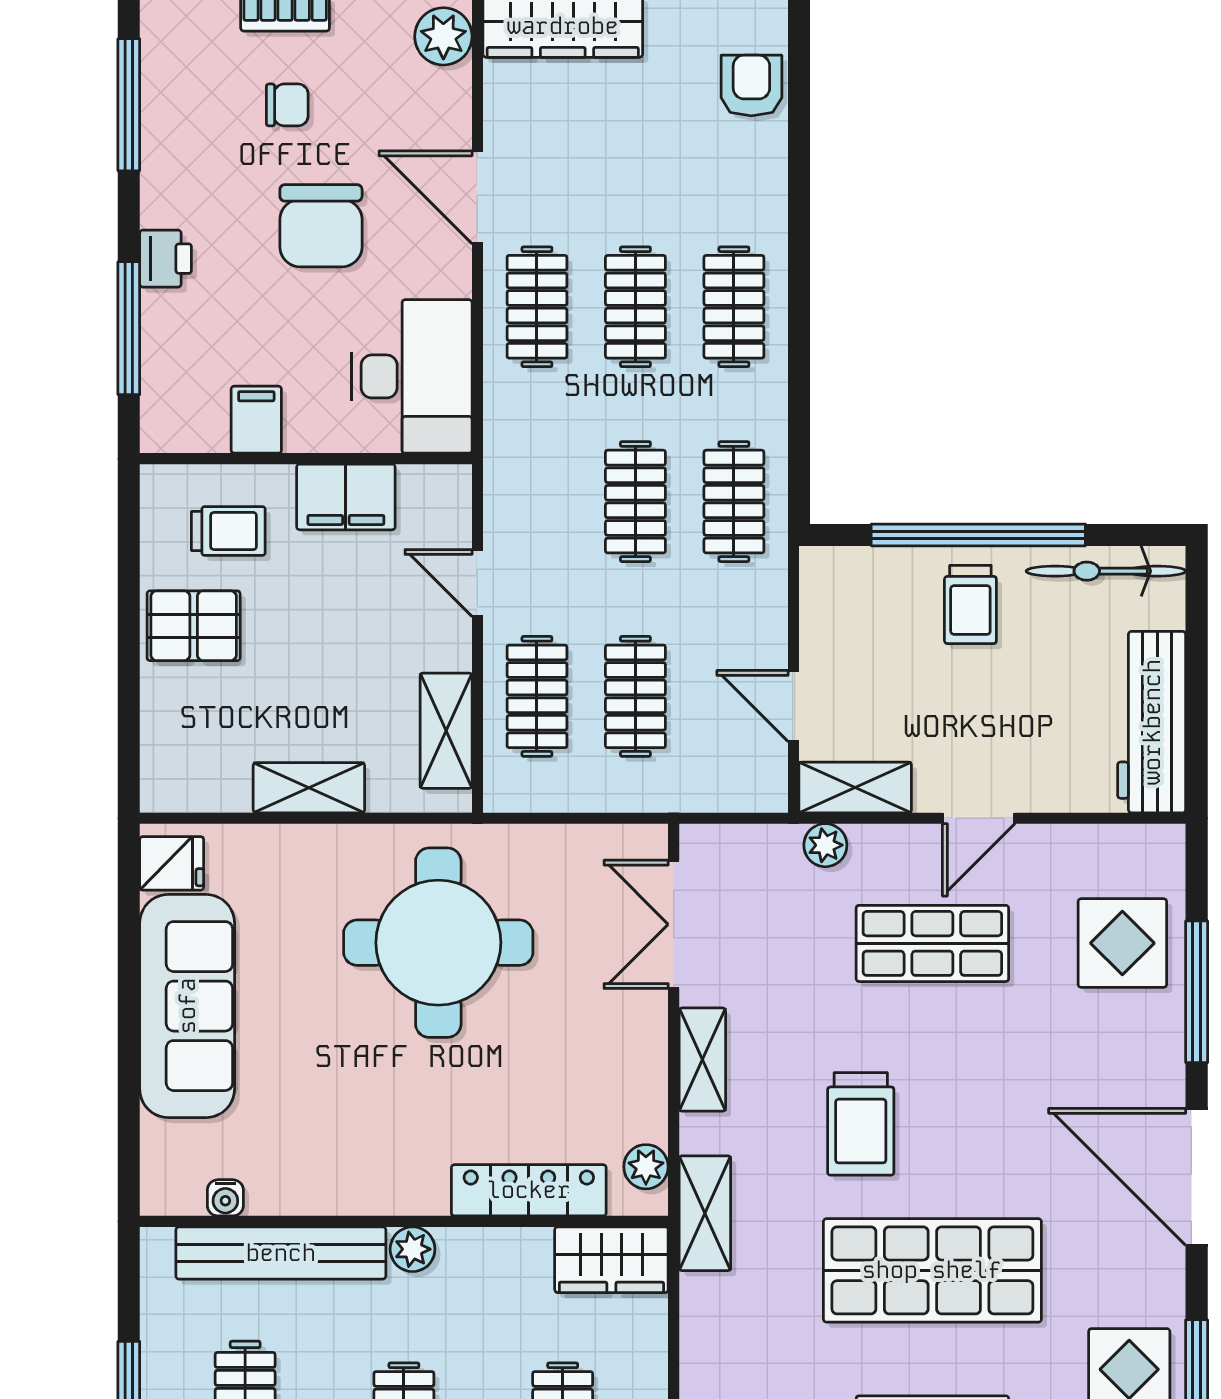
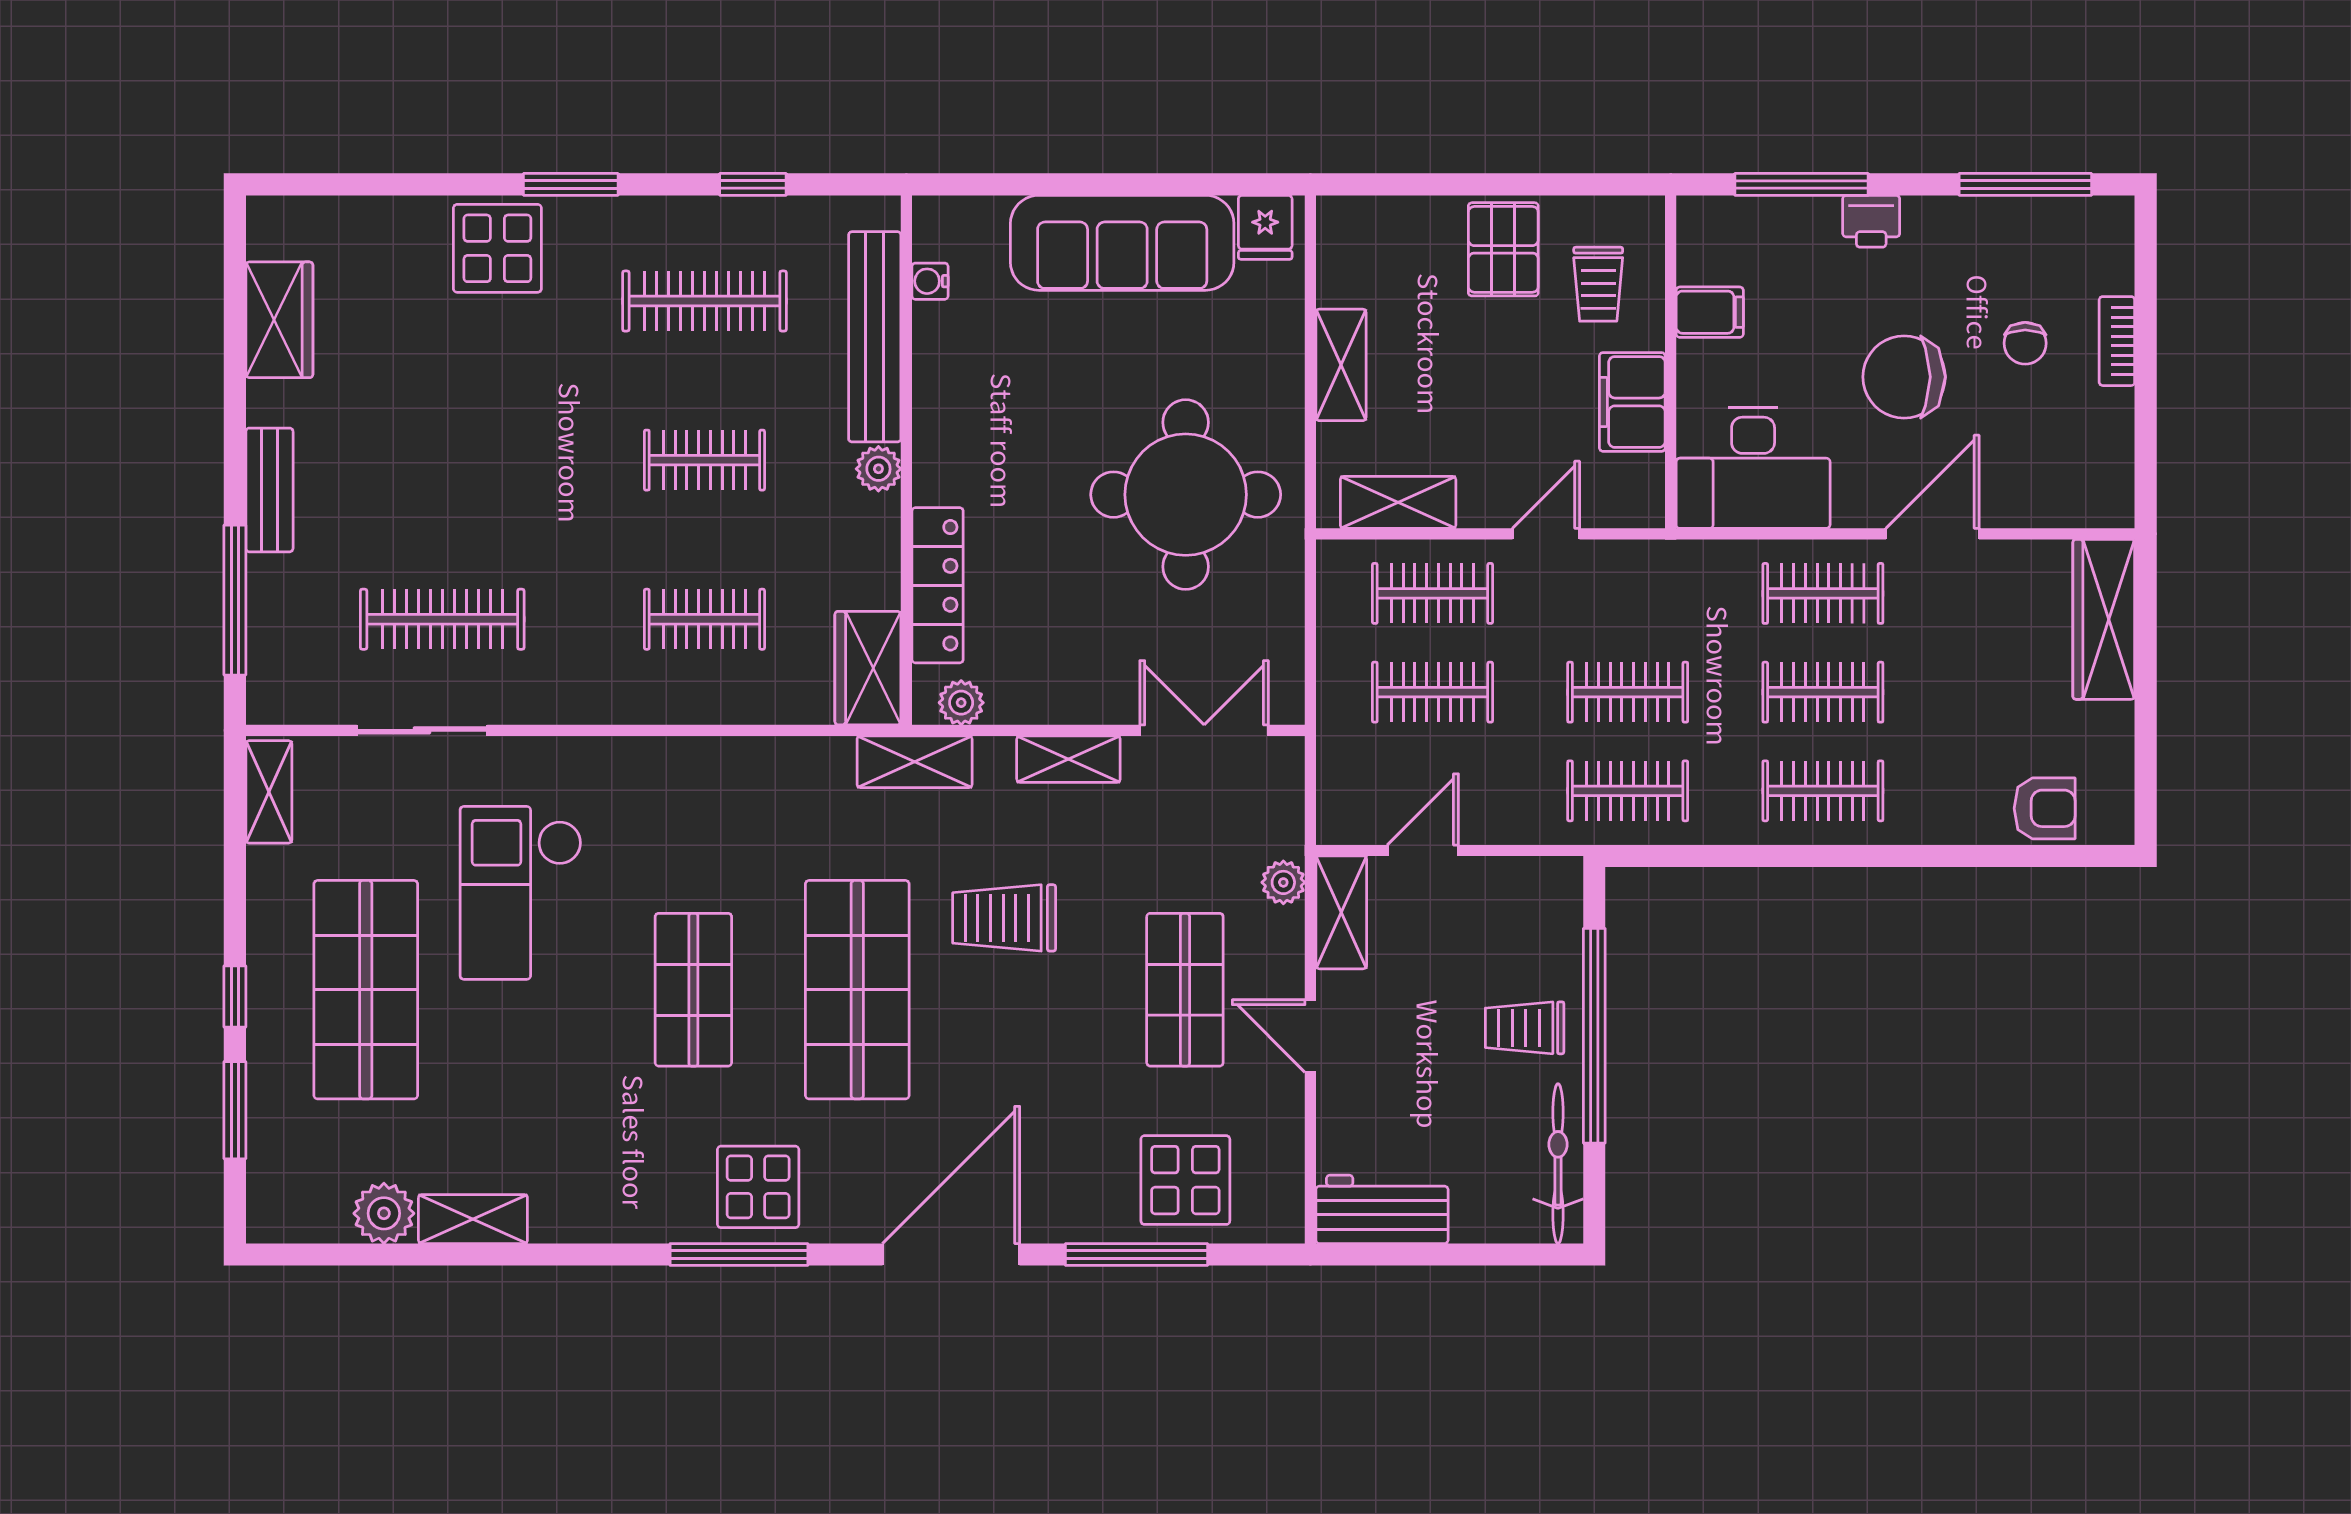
plant: (443, 36) -> (2094, 500), removed
workbench: (1152, 722) -> (1382, 1209), width x0.73

